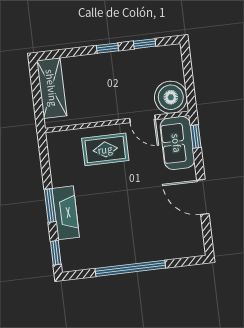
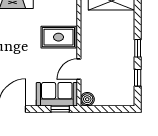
boiler: (171, 97) -> (87, 99), width x0.54, depth x0.54
rug: (105, 149) -> (58, 37), turned 90

